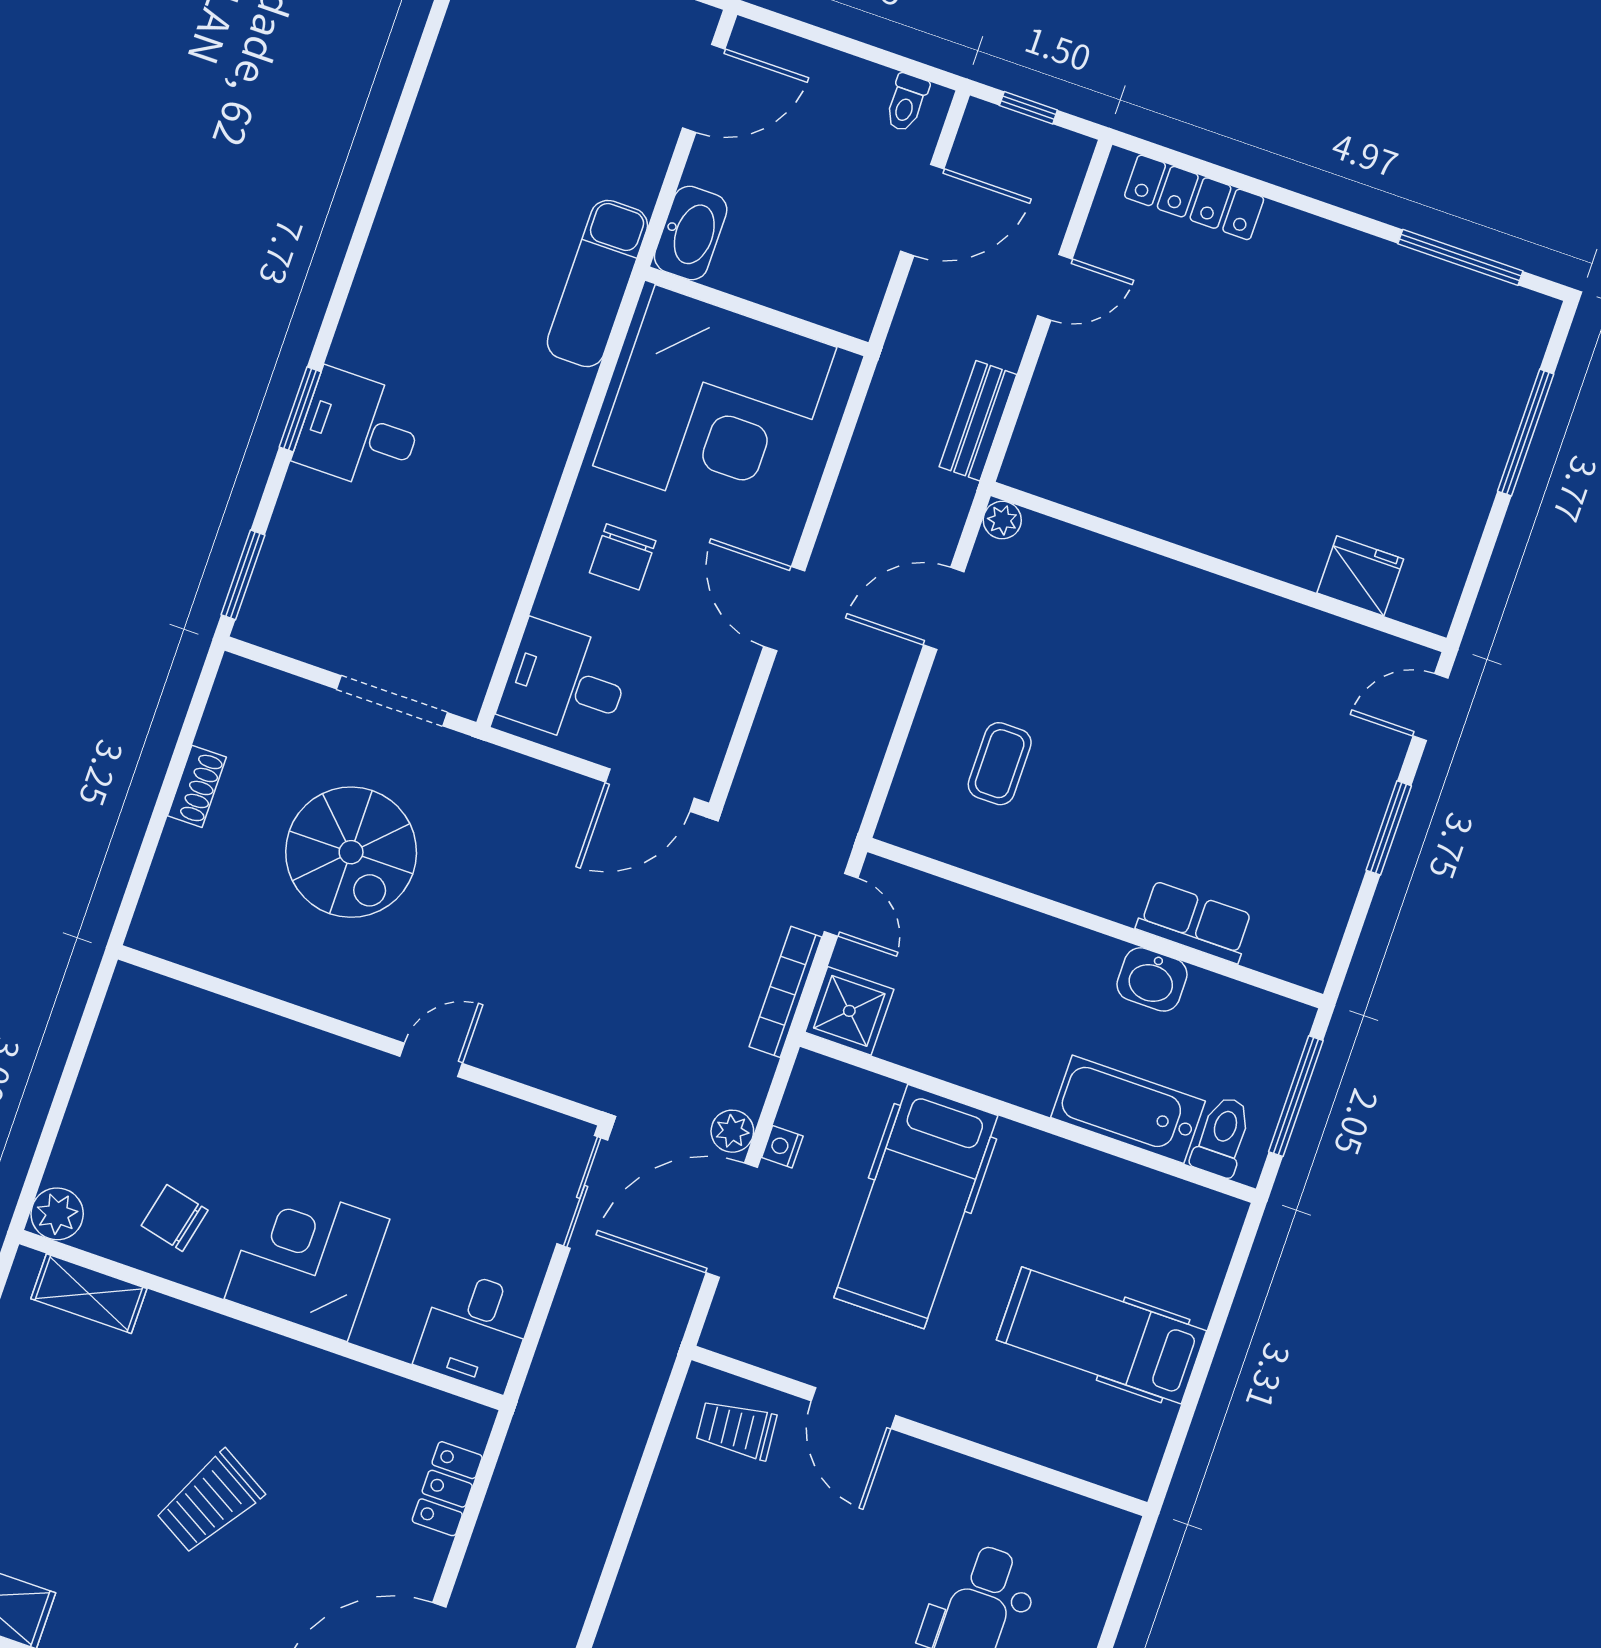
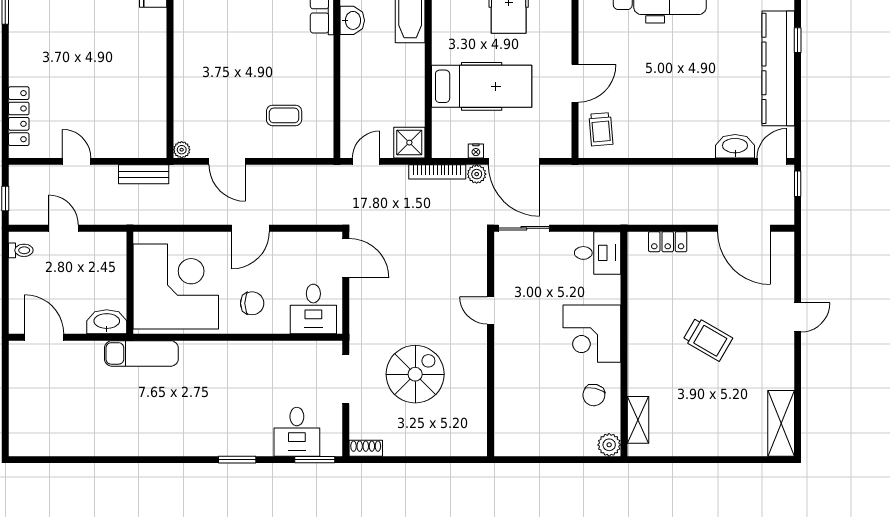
door: (922, 210) -> (63, 228), width x0.73
desk: (360, 430) -> (297, 432), moved
shoe rack: (197, 786) -> (366, 448), moved
bookcase: (786, 992) -> (437, 172), moved

